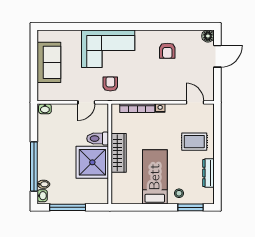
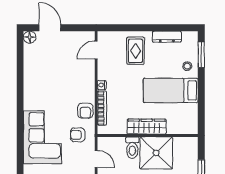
armchair: (167, 51) -> (85, 111), moved, turned 90

